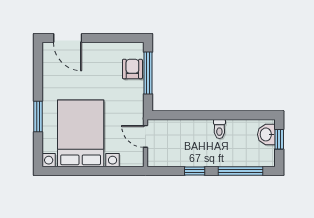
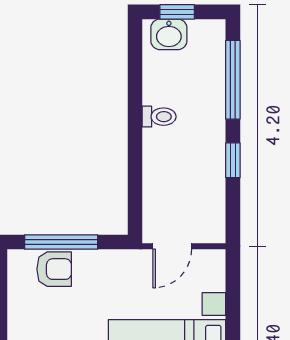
armchair: (132, 69) -> (54, 269), turned 180

